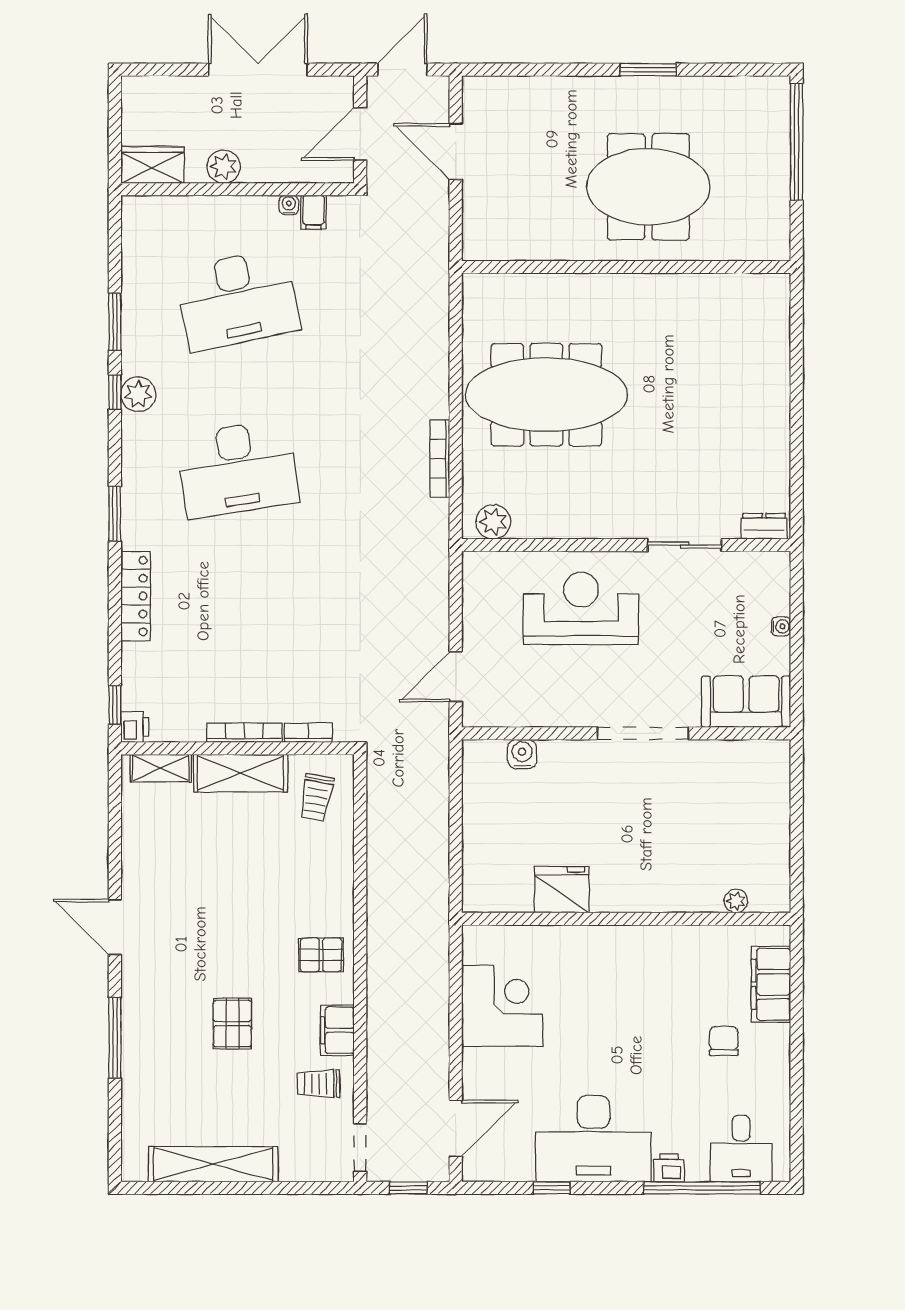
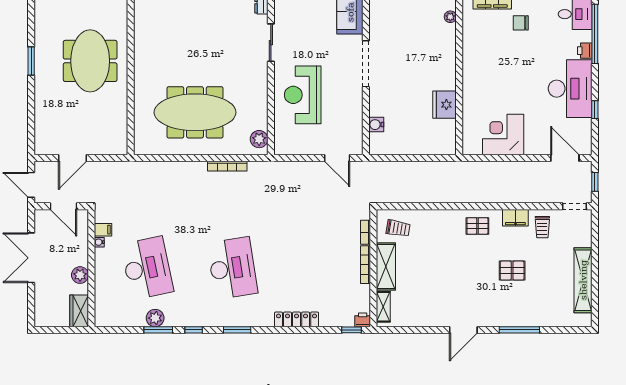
plant: (138, 394) -> (155, 318), moved
meeting table: (546, 395) -> (195, 112), turned 90
window: (115, 514) -> (237, 330), moved
pallet: (321, 955) -> (477, 226), turned 90

